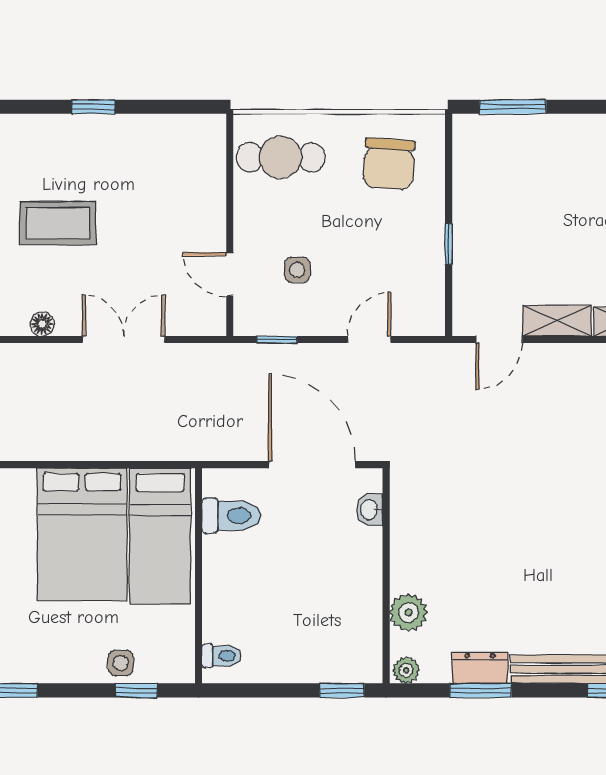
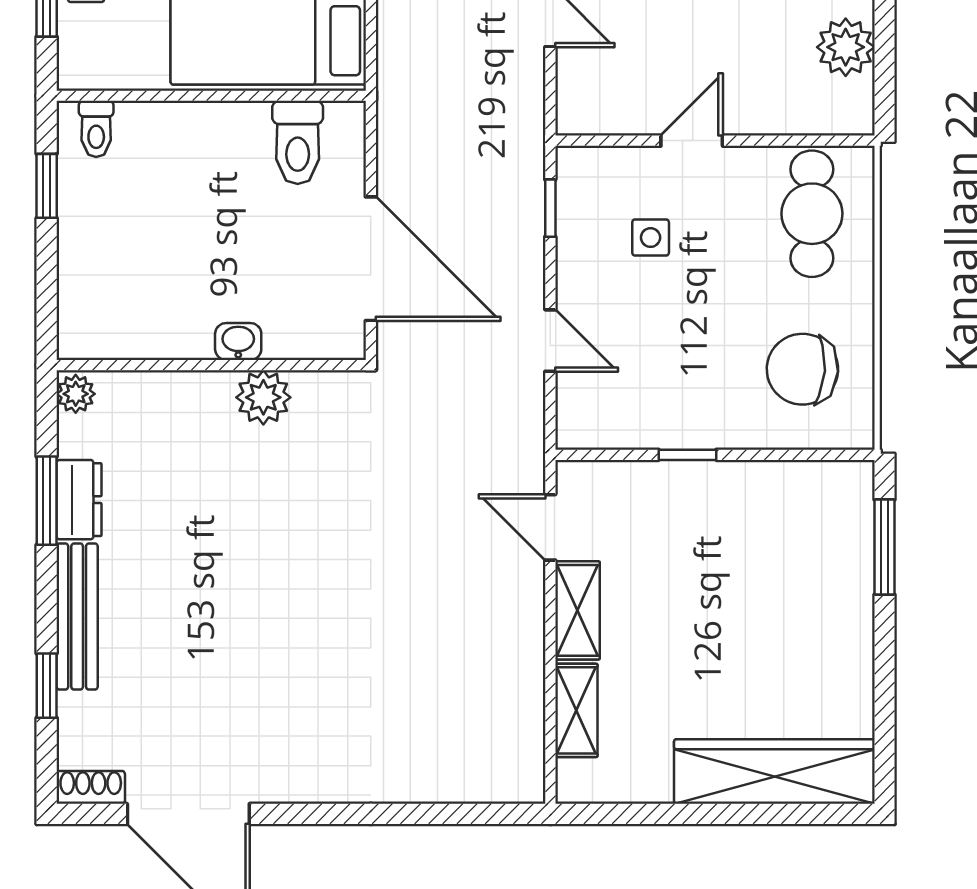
plant: (165, 134) -> (846, 47), added
door: (230, 274) -> (692, 141), moved
door: (312, 465) -> (371, 259), hinge flipped
washbasin: (370, 510) -> (238, 341), moved
plant: (409, 612) -> (263, 397), moved
window: (342, 690) -> (47, 186), moved

